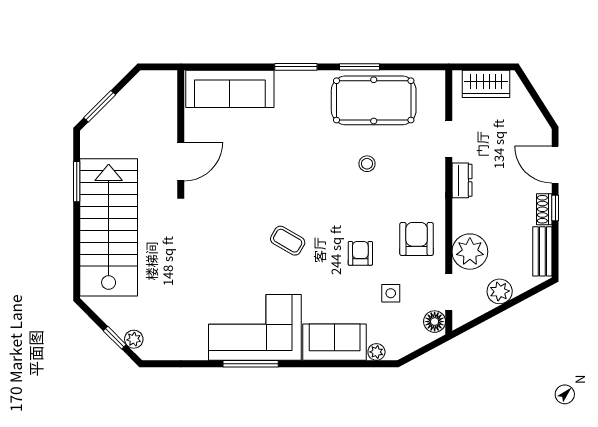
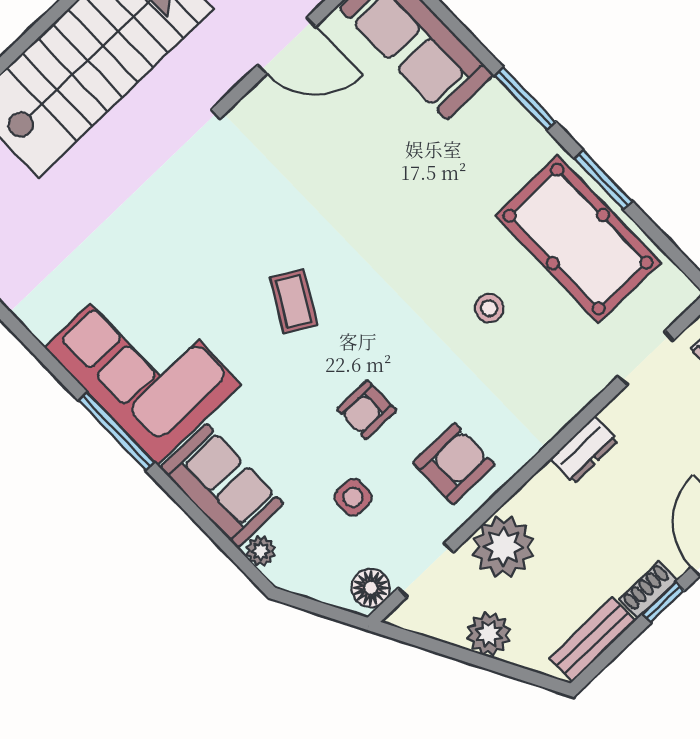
doorway: (449, 139) -> (646, 358), moved
door: (181, 162) -> (287, 46), moved
armchair: (360, 253) -> (367, 410), turned 180
window: (251, 364) -> (117, 431), moved

